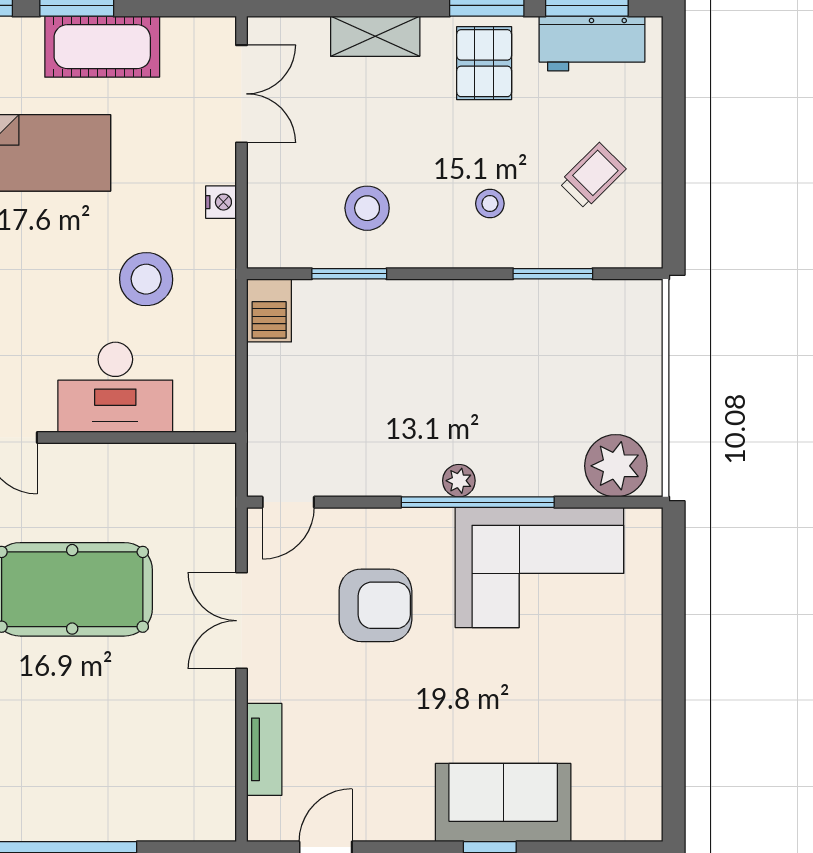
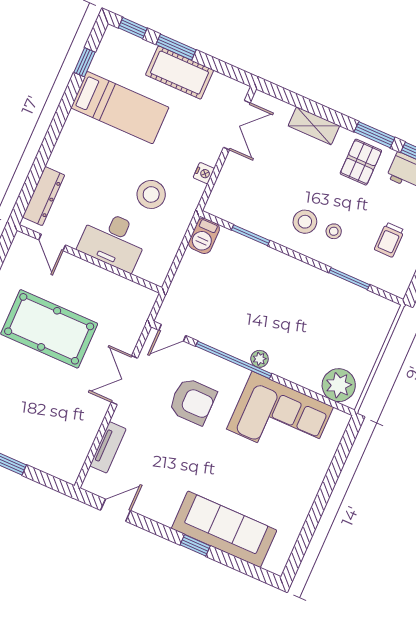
trolley: (593, 176) -> (389, 240), turned 135
stool: (367, 208) -> (305, 222), moved
window: (478, 502) -> (234, 360), moved
sofa: (503, 803) -> (224, 529), width x1.36

